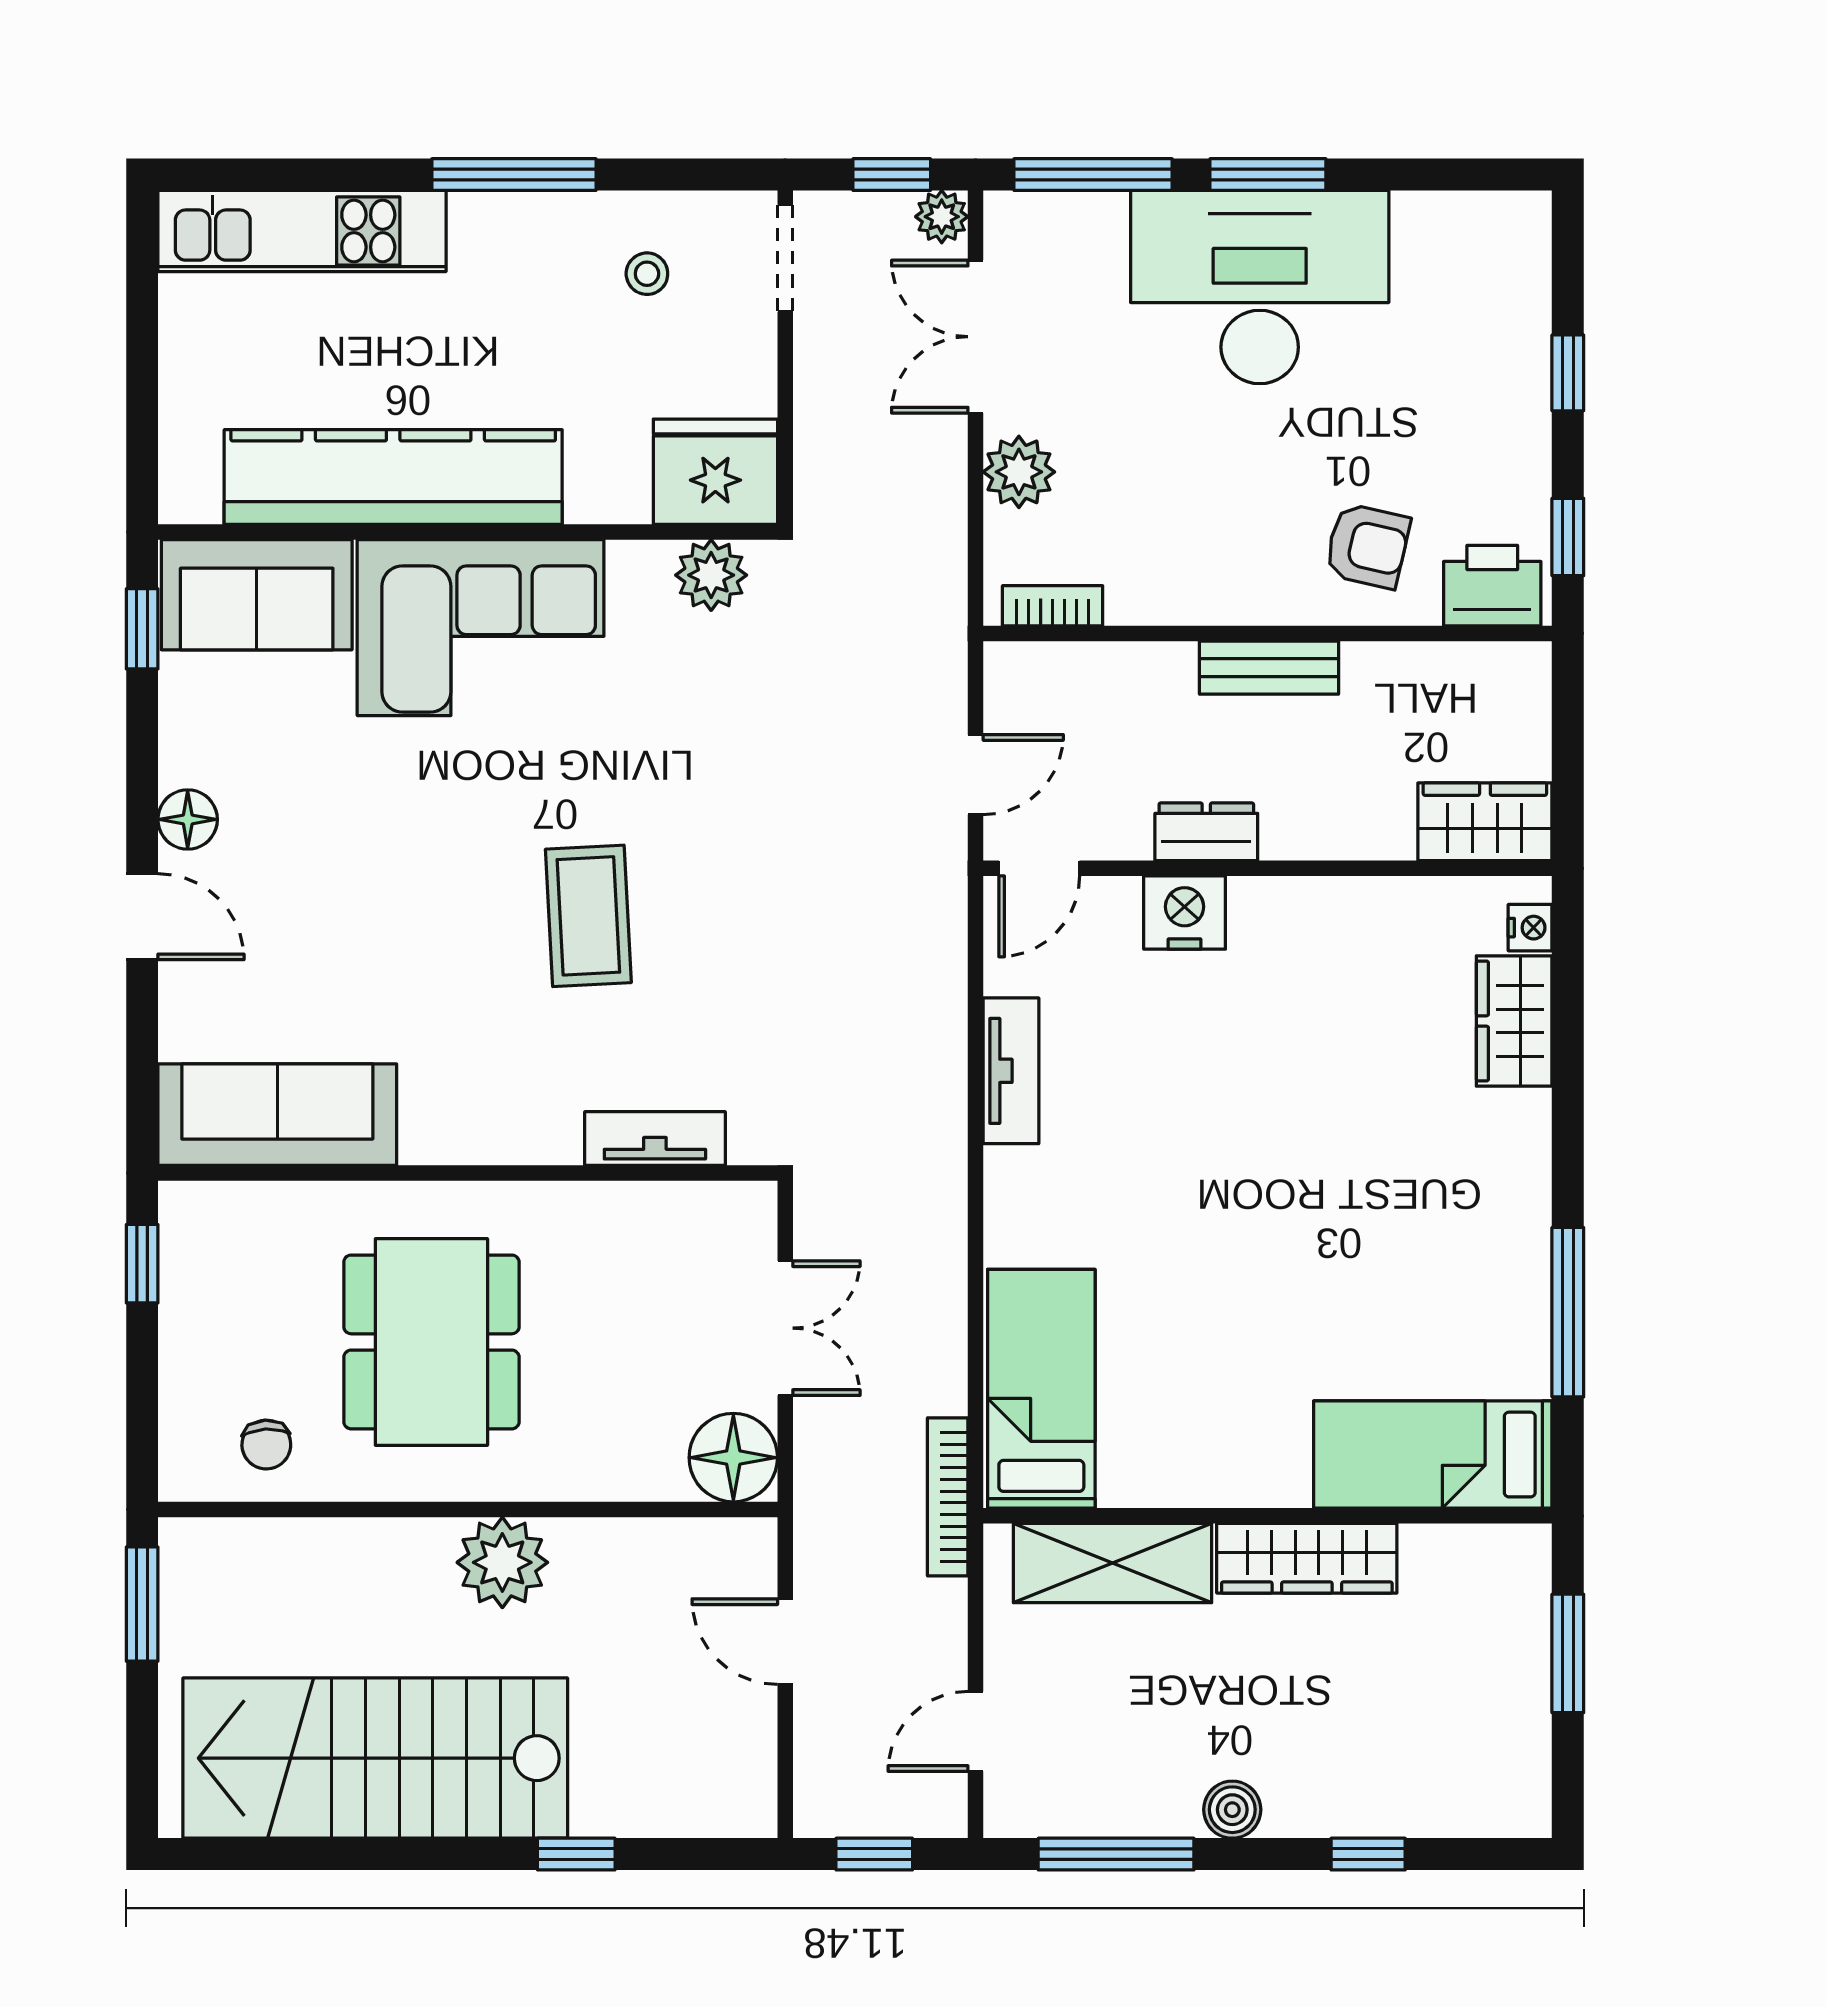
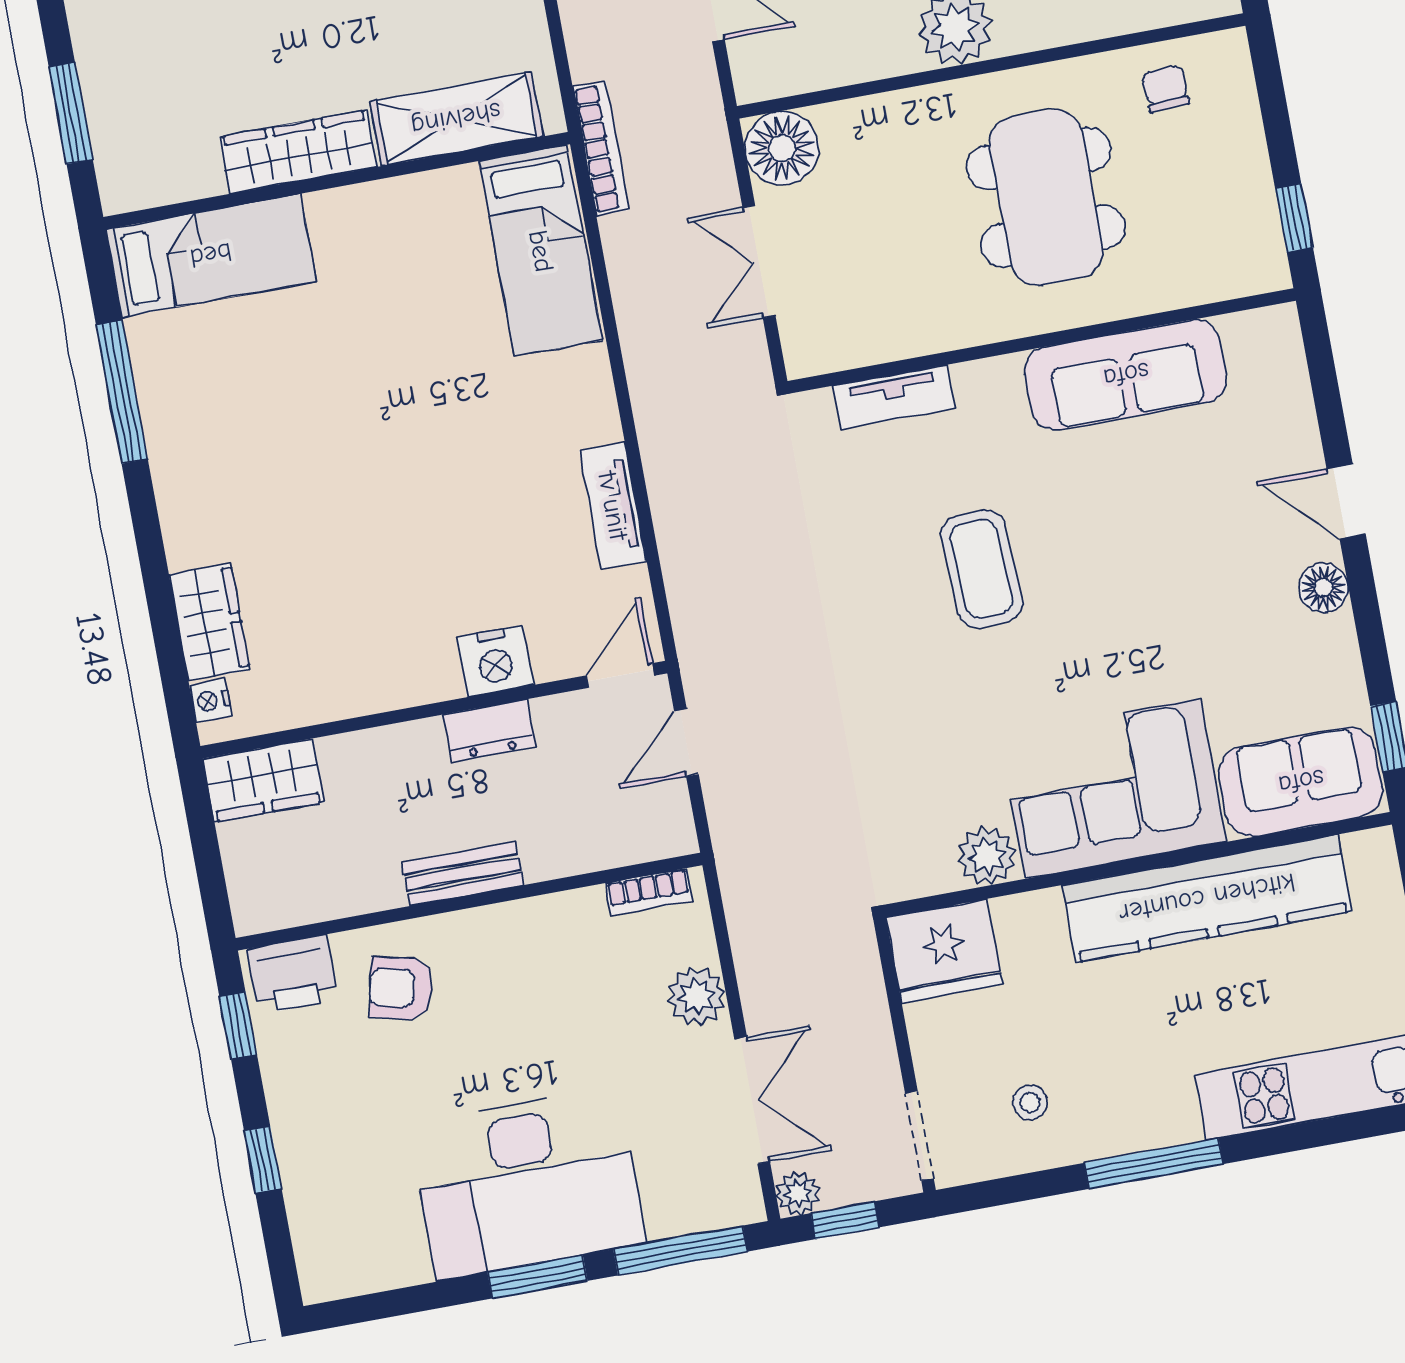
plant: (711, 575) -> (987, 856), moved
sofa: (277, 1115) -> (1126, 375), moved

